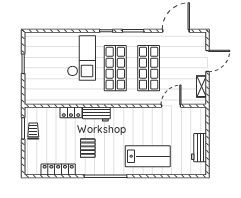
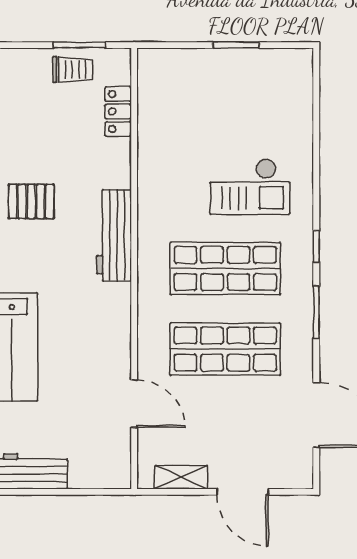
checkout: (81, 58) -> (250, 186), width x0.73, depth x0.83
locker: (71, 112) -> (118, 112), moved
workbench: (96, 114) -> (114, 235), width x1.38

